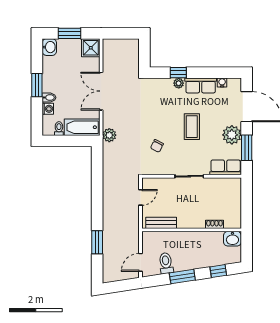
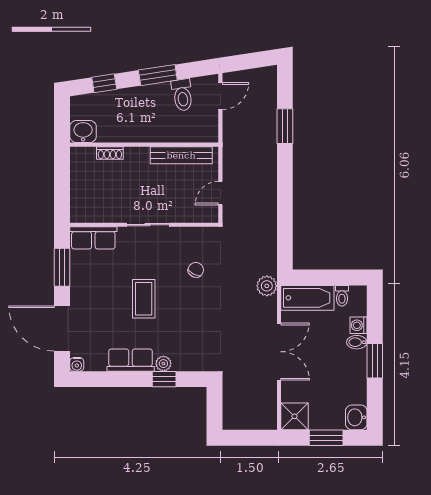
water cooler: (222, 83) -> (77, 364), moved
plant: (232, 135) -> (84, 286), removed
bench: (161, 223) -> (181, 155), width x1.36

